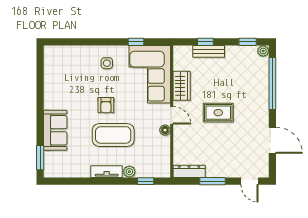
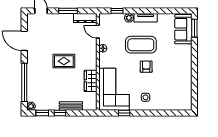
window: (205, 42) -> (60, 113), moved
door: (172, 115) -> (98, 32), moved
sofa: (55, 130) -> (183, 29), moved

